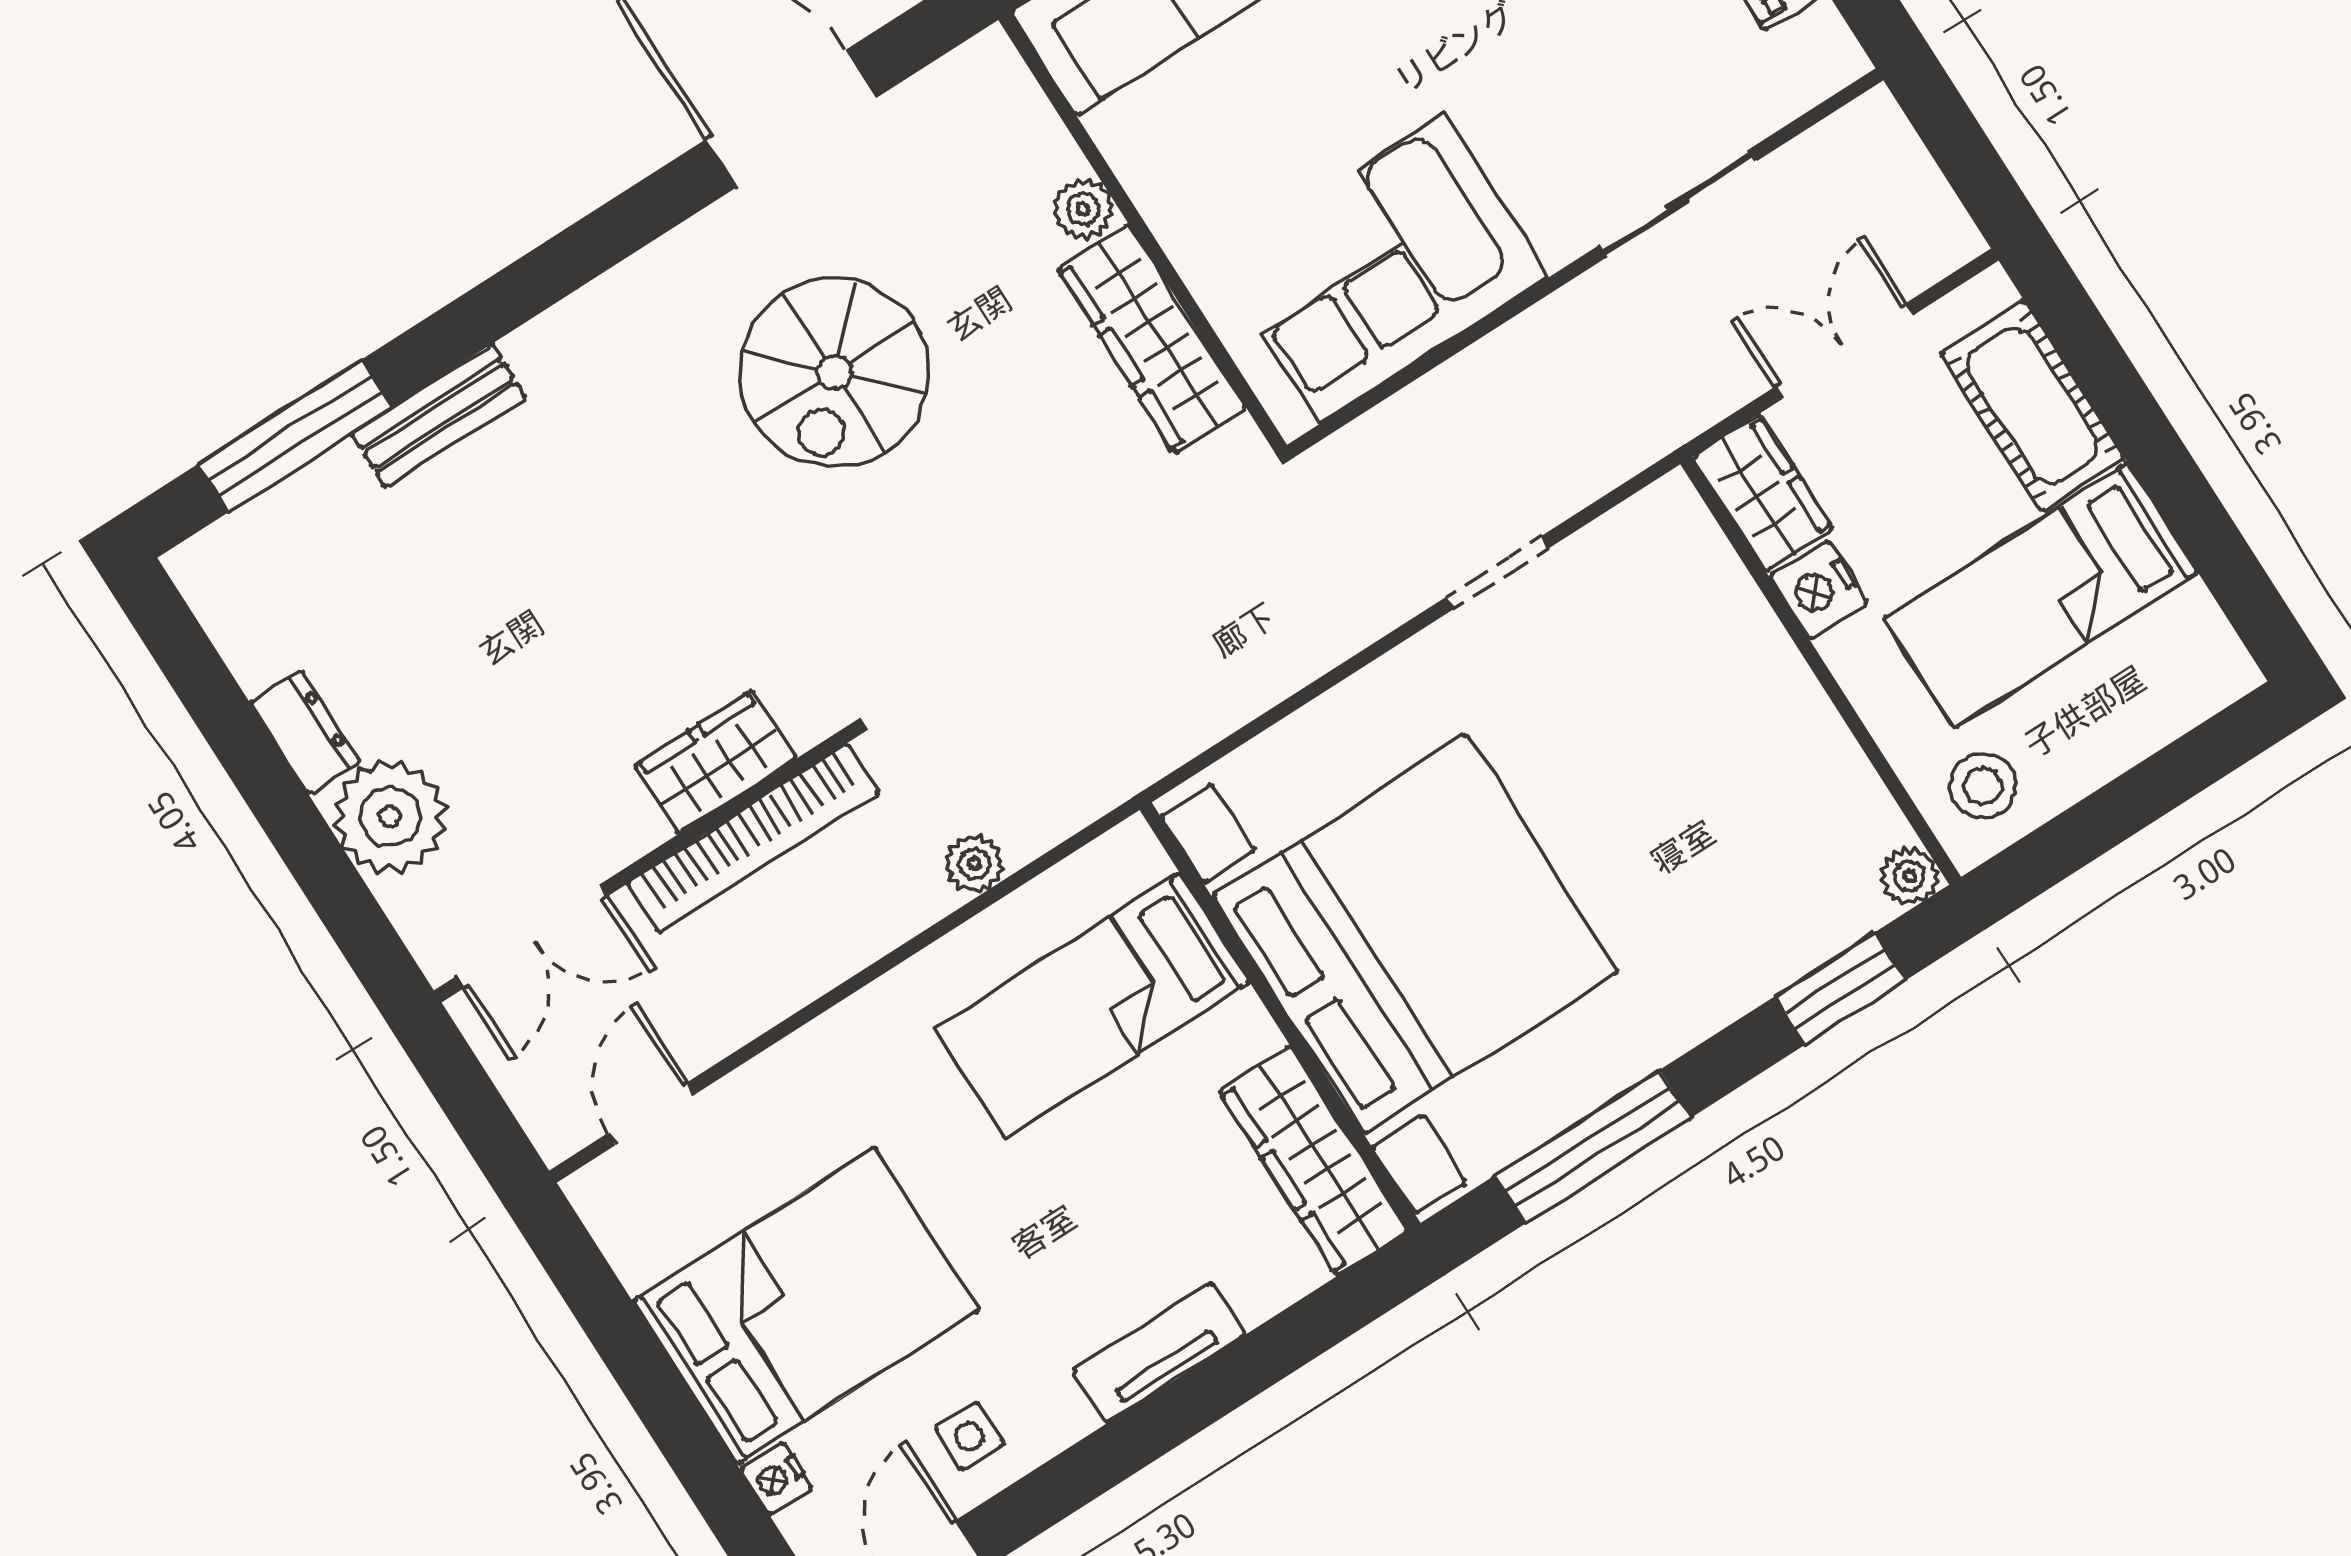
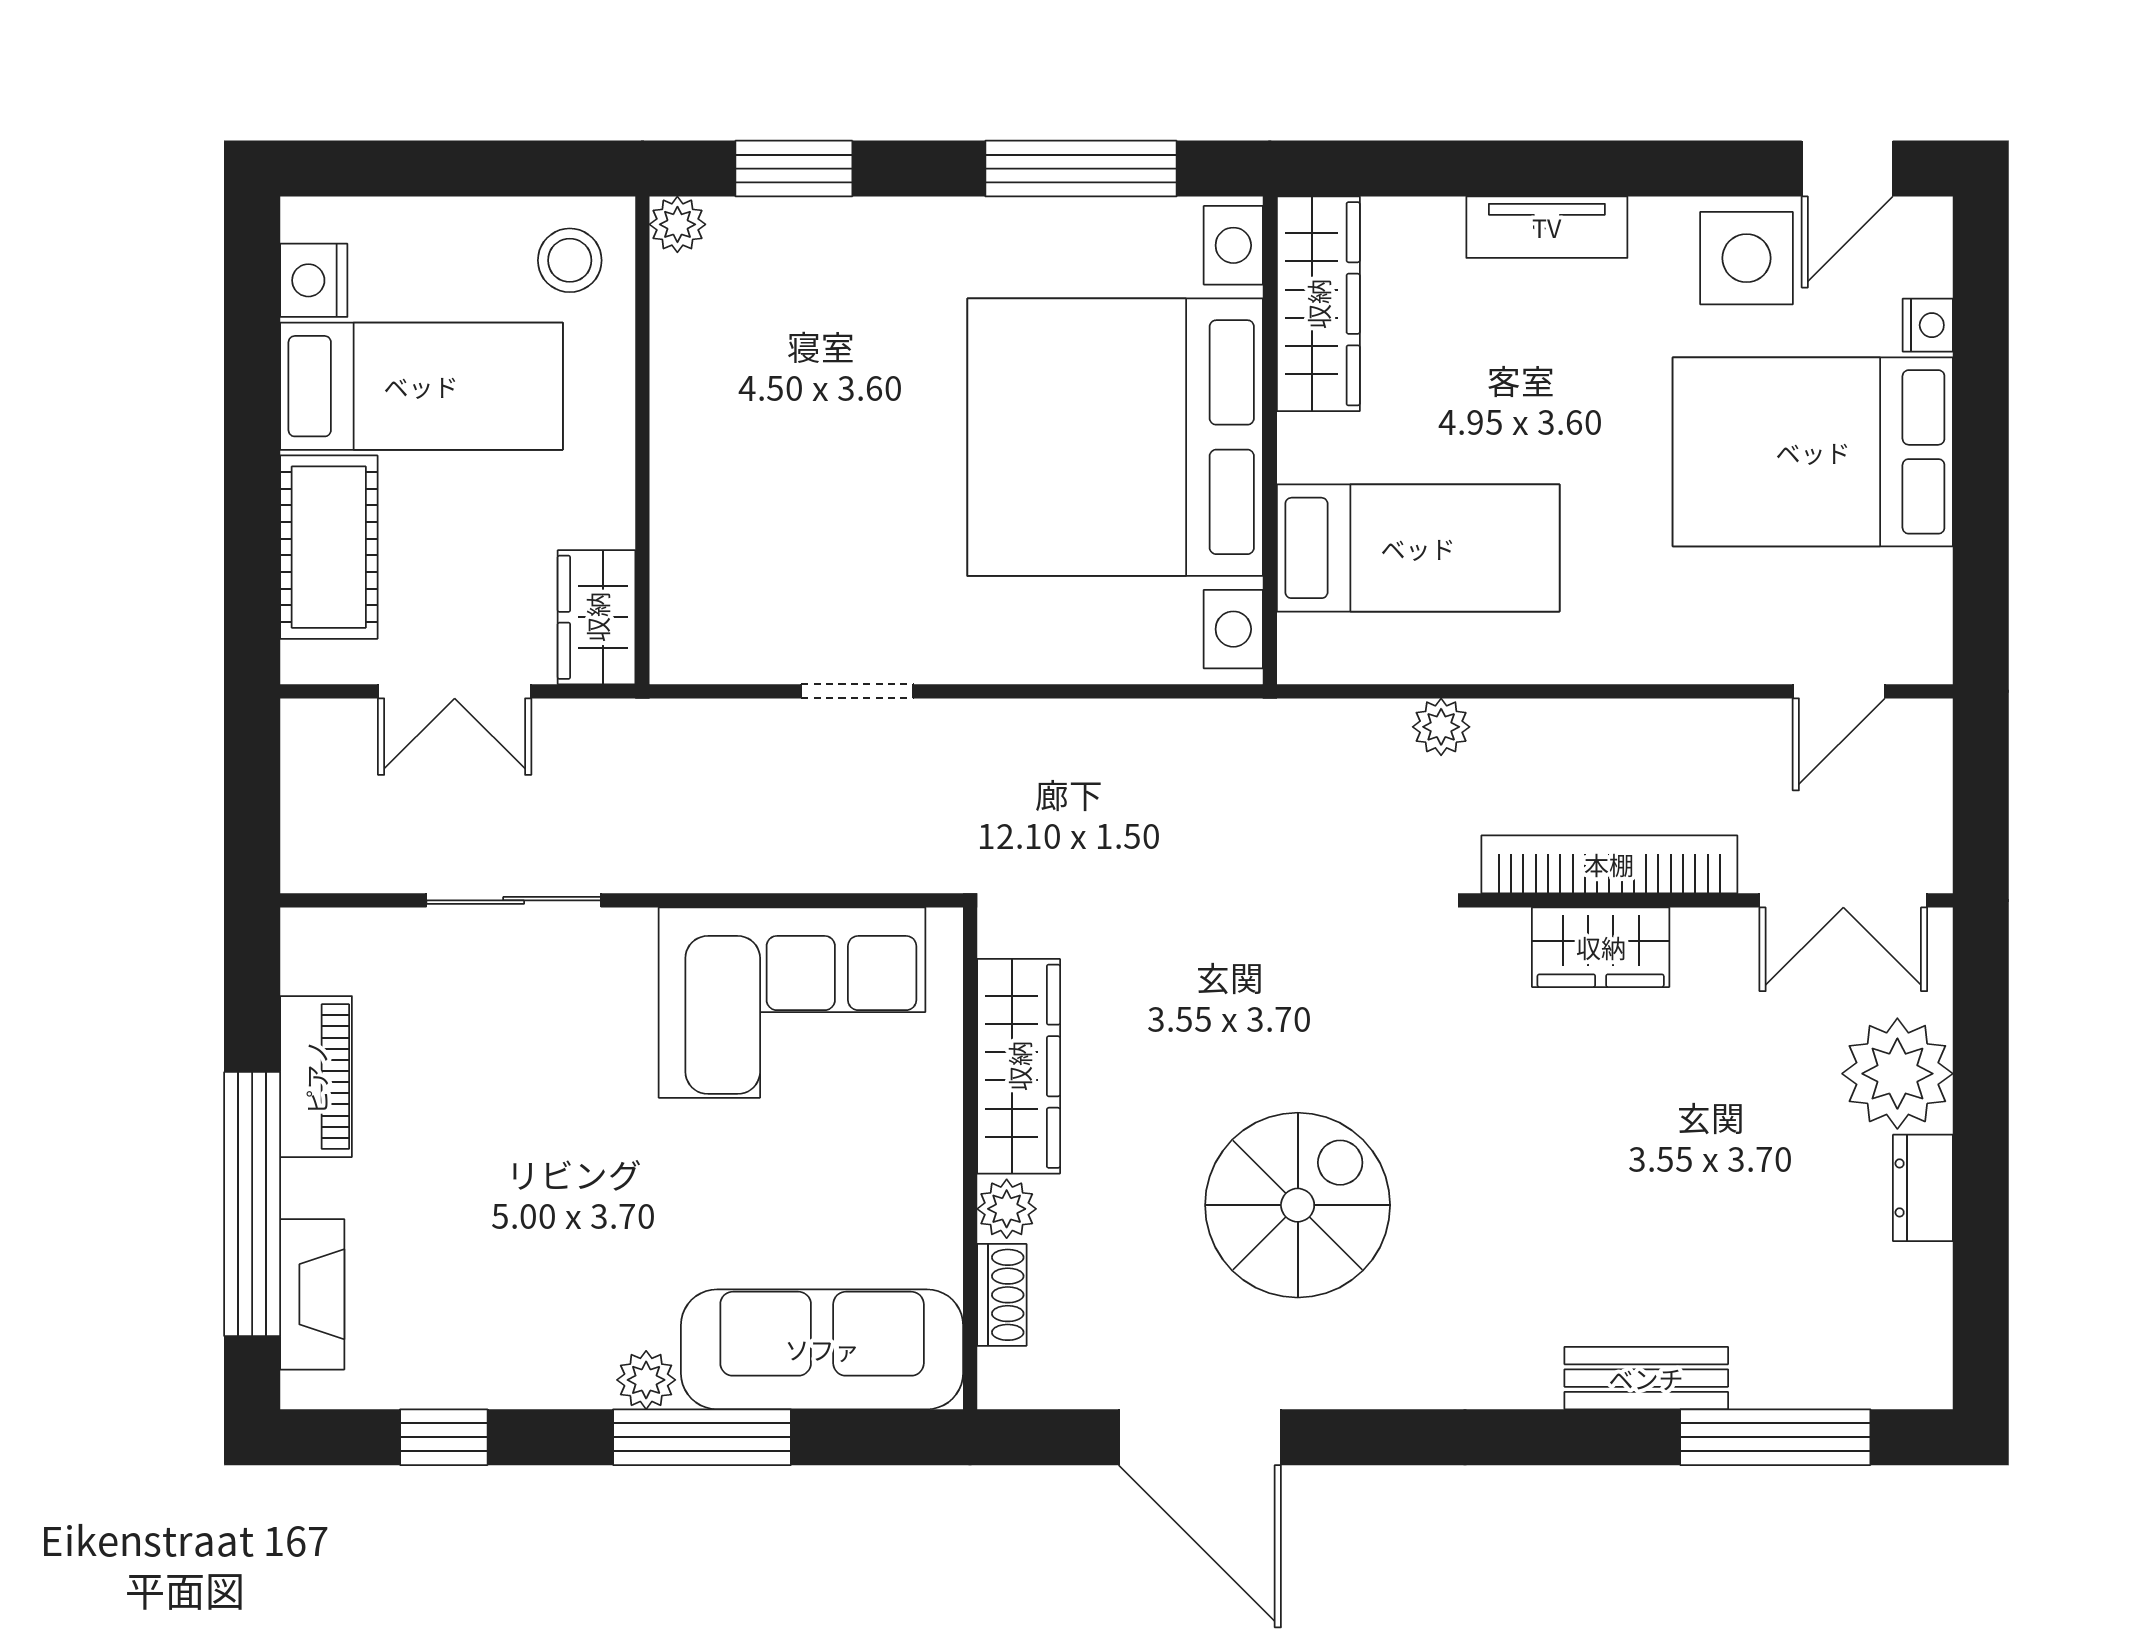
shoe rack: (1040, 132) -> (1002, 1295), added
nightstand: (1818, 590) -> (314, 280), moved, turned 180
double door: (532, 936) -> (1843, 900), swing flipped
side table: (970, 1436) -> (1746, 258), width x1.87, depth x1.87

